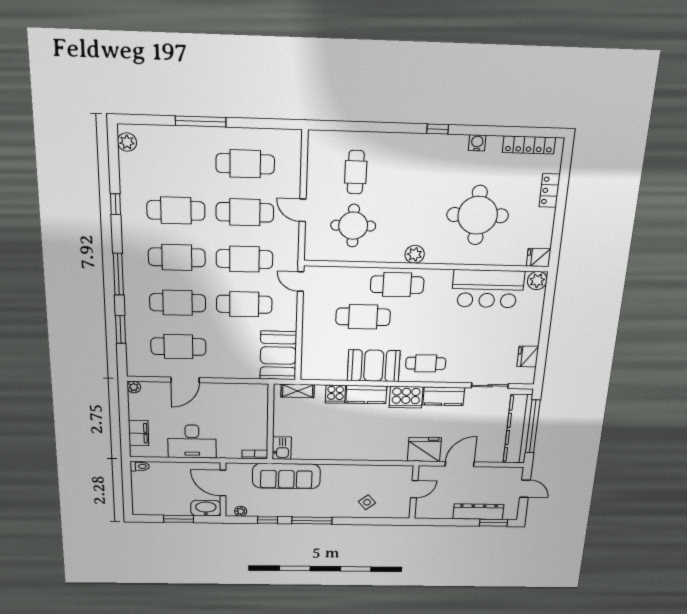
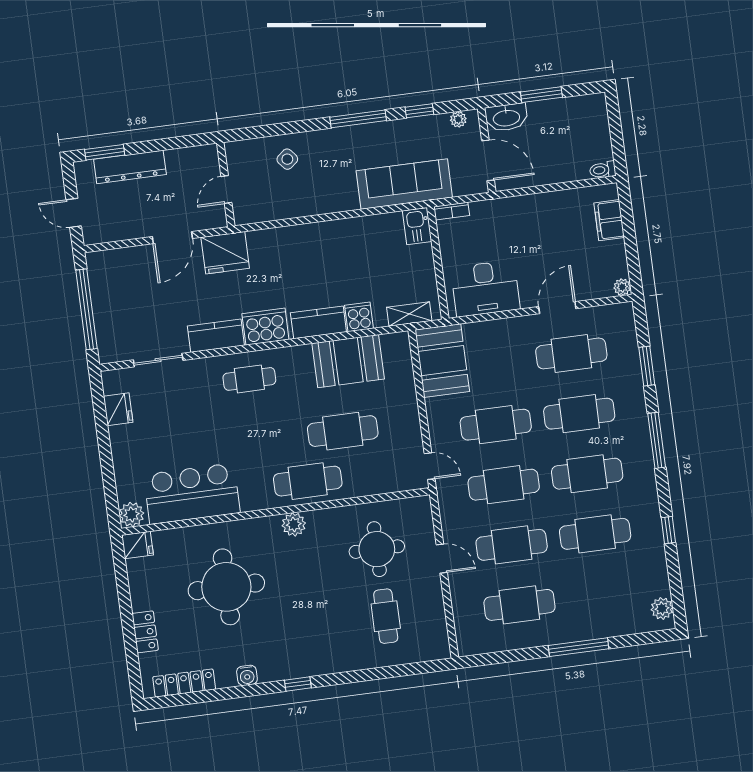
booth: (374, 366) -> (348, 361), moved
kitchen counter: (518, 429) -> (106, 302), removed
desk: (192, 441) -> (485, 288), moved, turned 180

